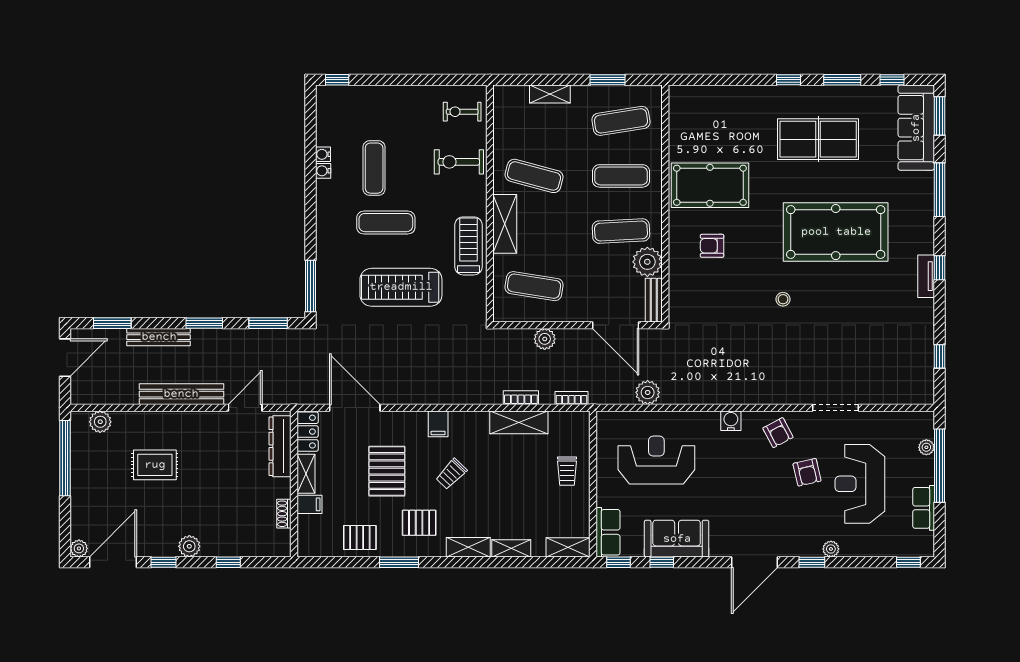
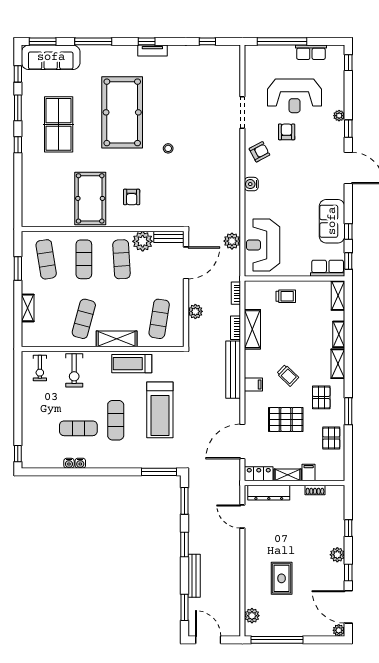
bench: (181, 394) -> (233, 370), moved
plant: (926, 447) -> (270, 50), removed
reception desk: (656, 460) -> (263, 245), moved
armchair: (807, 472) -> (287, 132), turned -77

